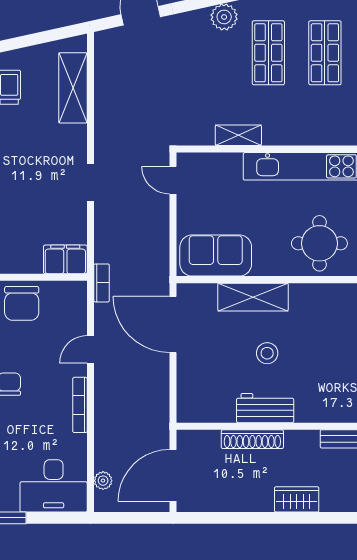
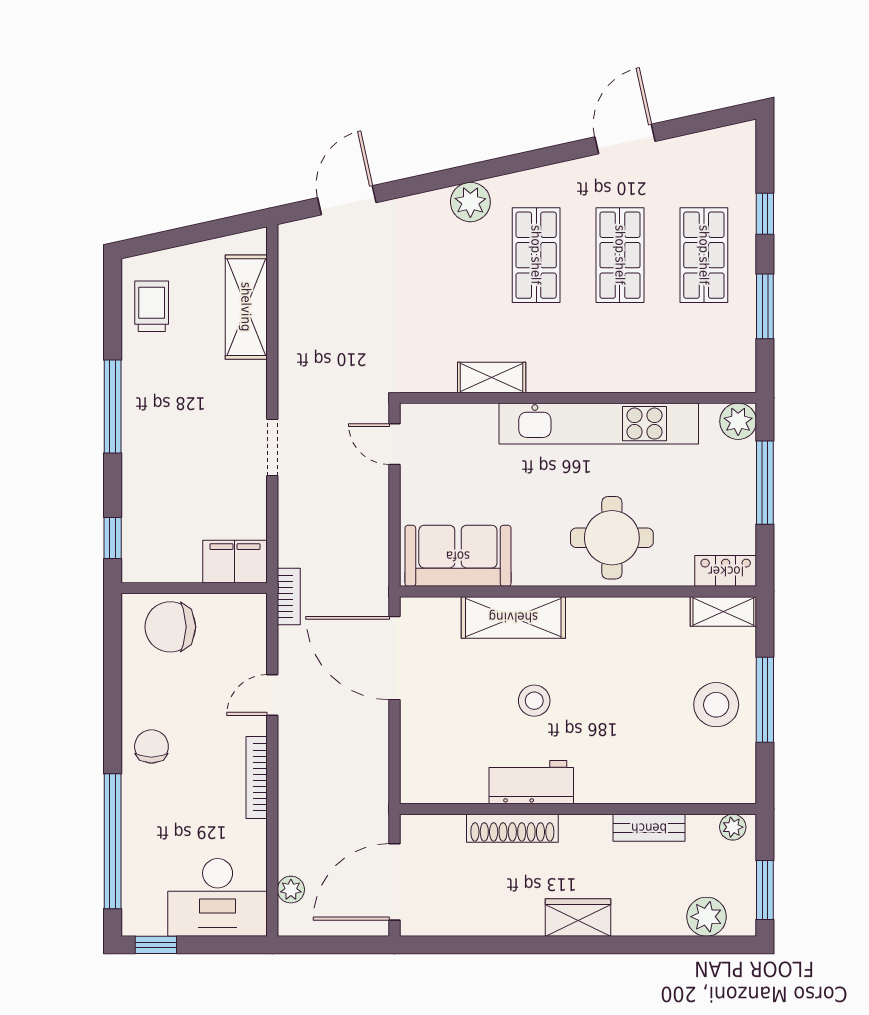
chair: (22, 303) -> (170, 627), turned 90

